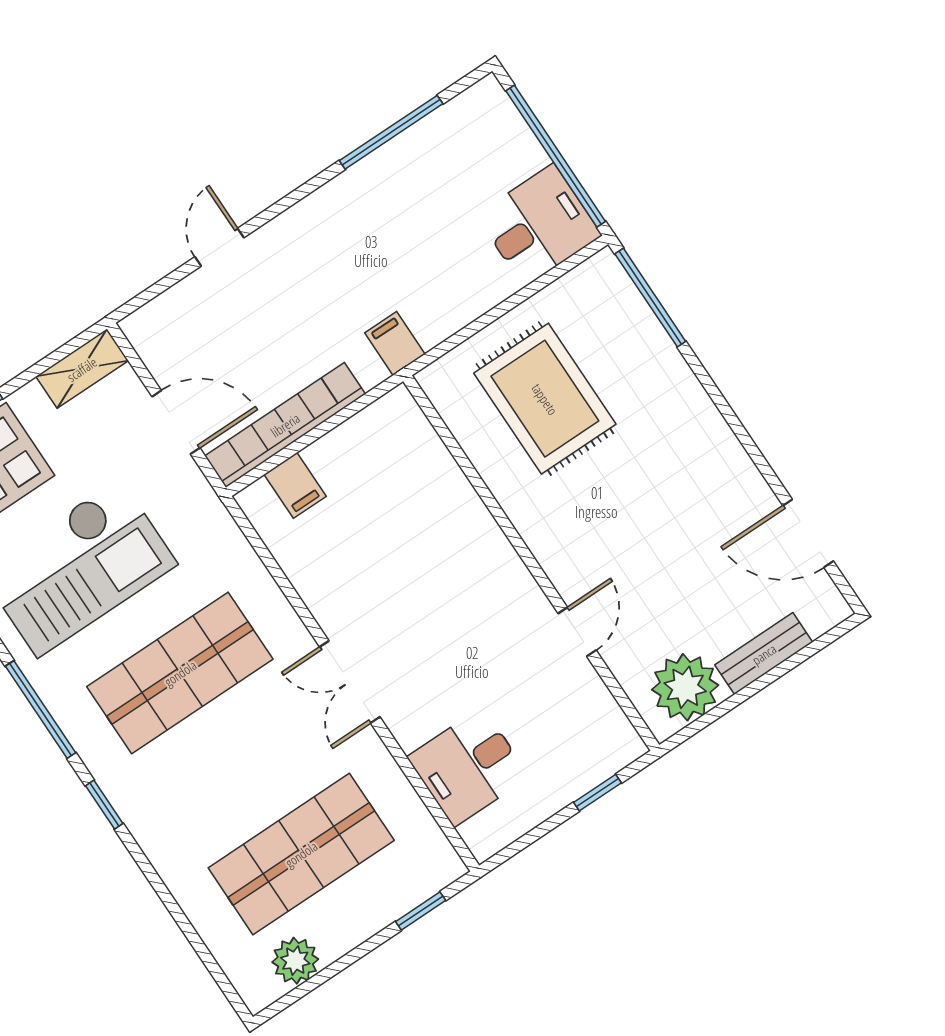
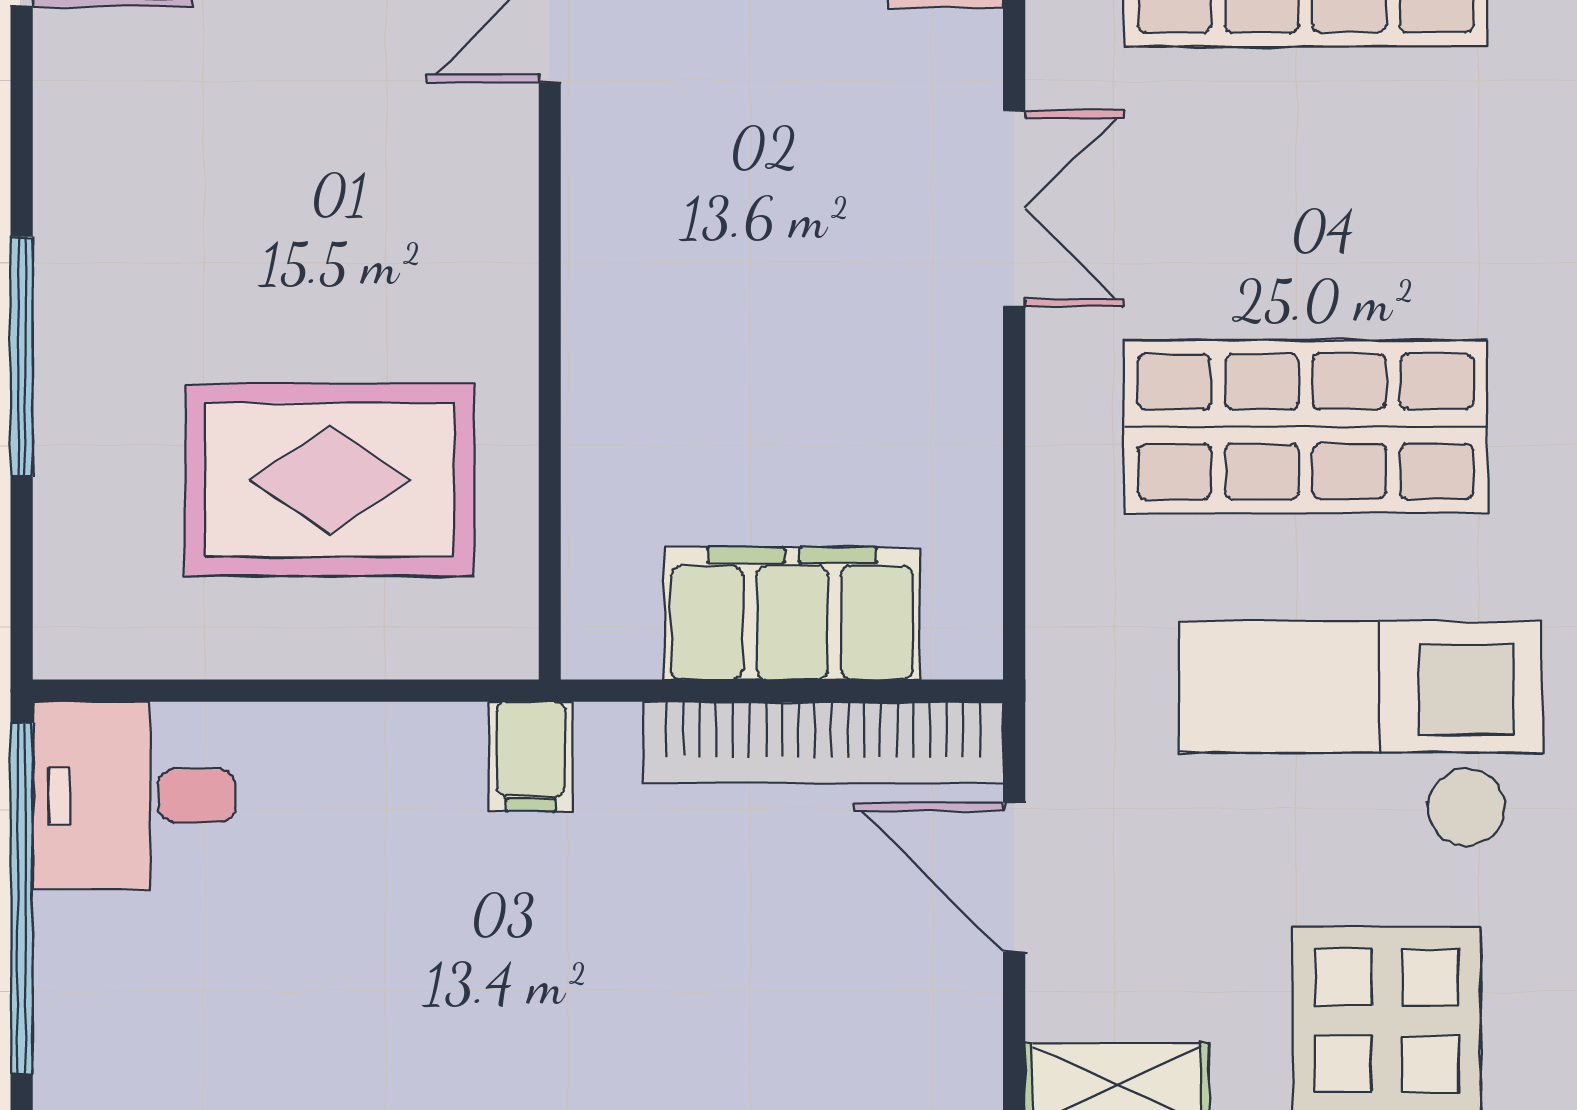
window: (650, 298) -> (22, 357), moved
rug: (545, 399) -> (330, 480), turned 90
filing cabinet: (295, 485) -> (792, 613), width x3.00, depth x1.17

